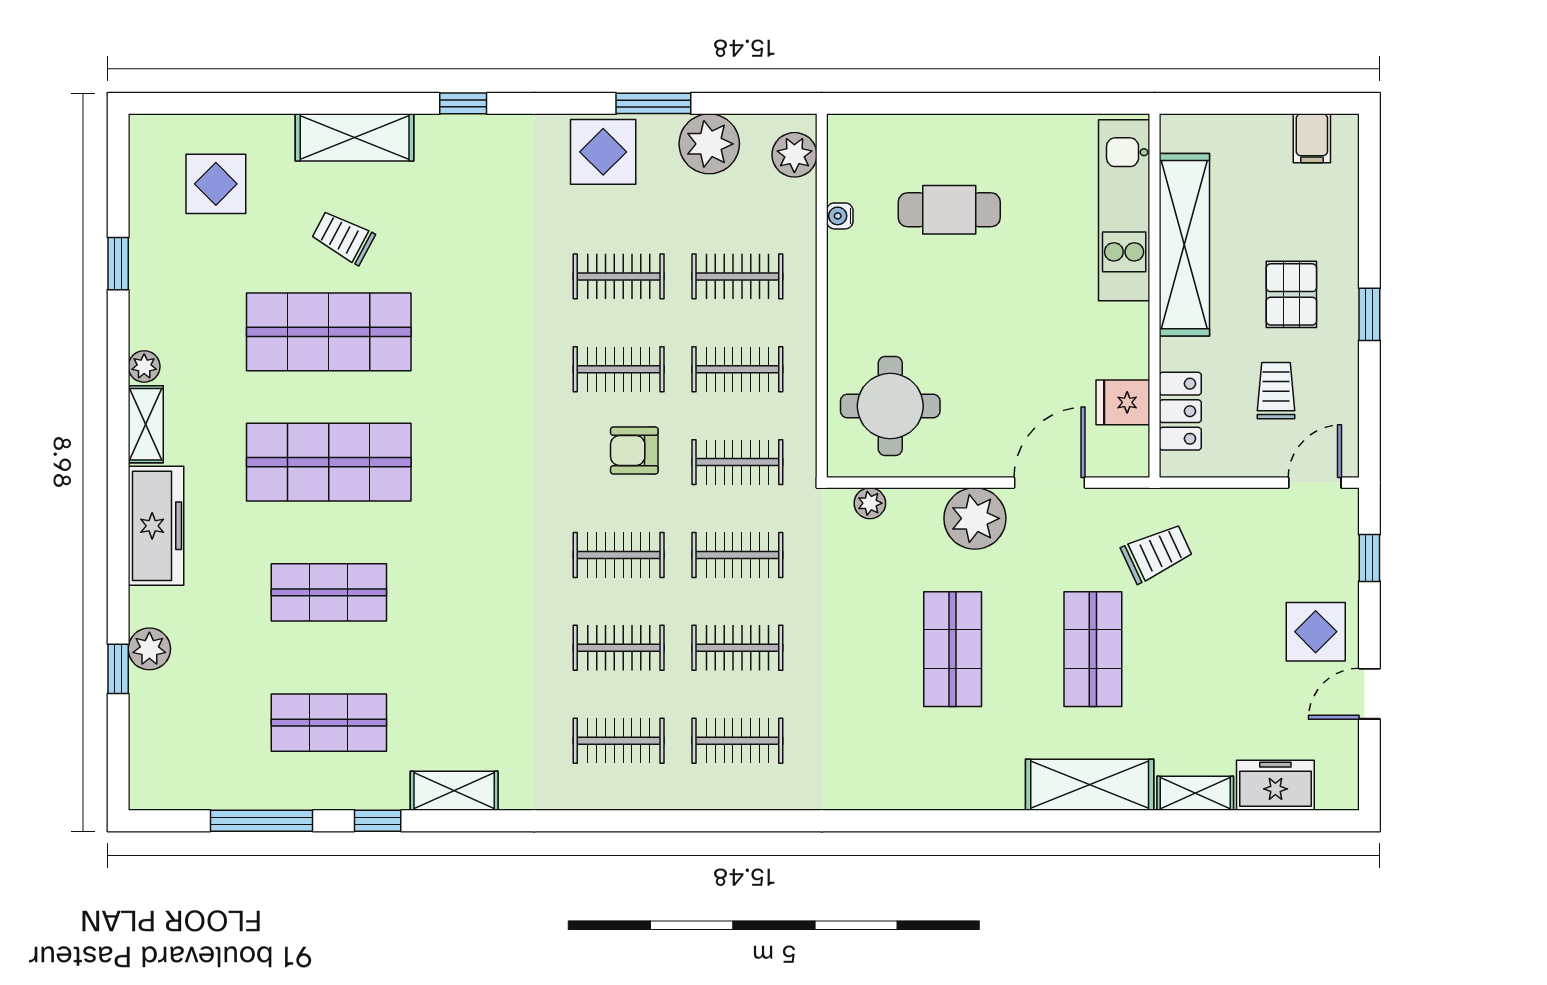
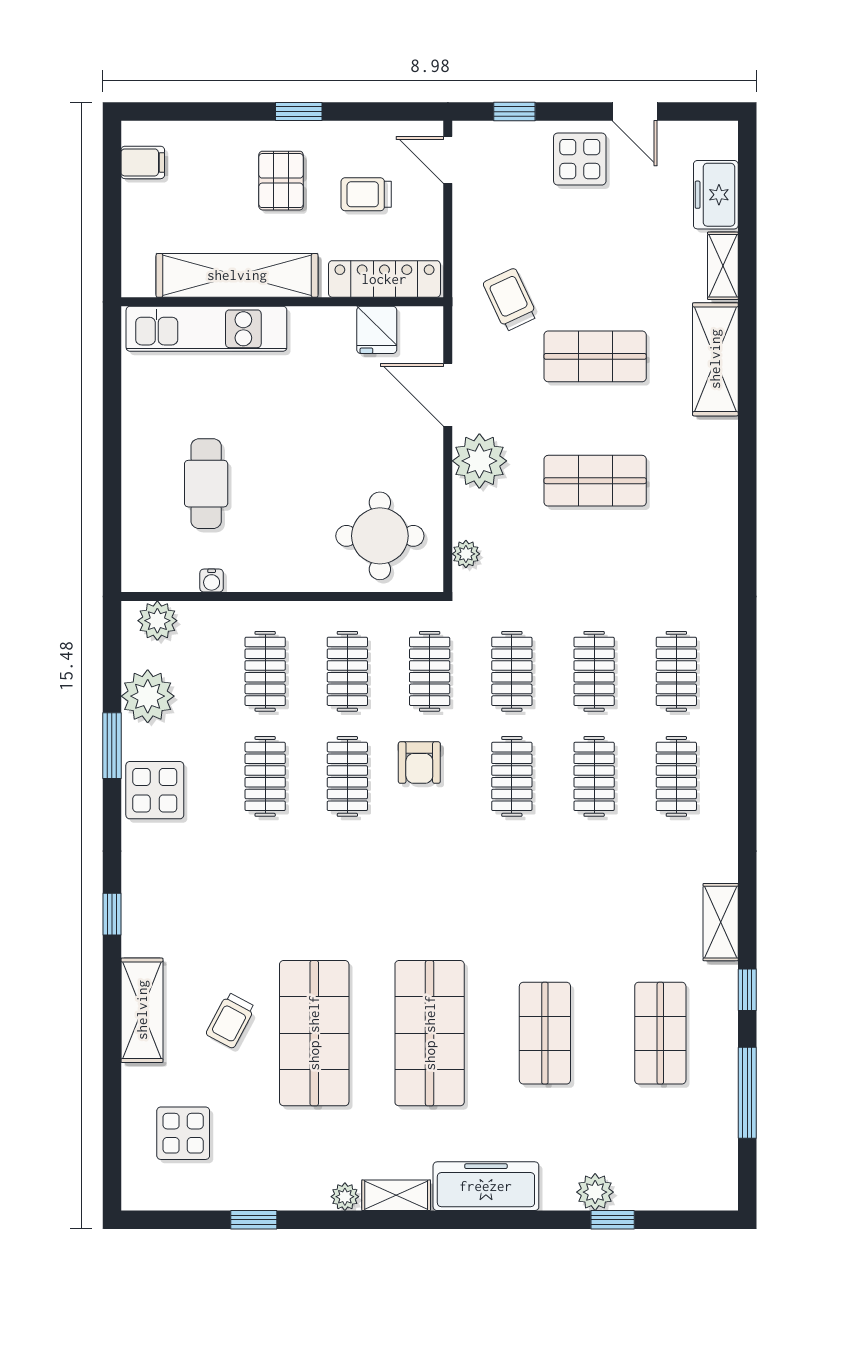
pallet: (1291, 294) -> (281, 181), turned 90
locker: (1180, 411) -> (384, 279), width x1.53

